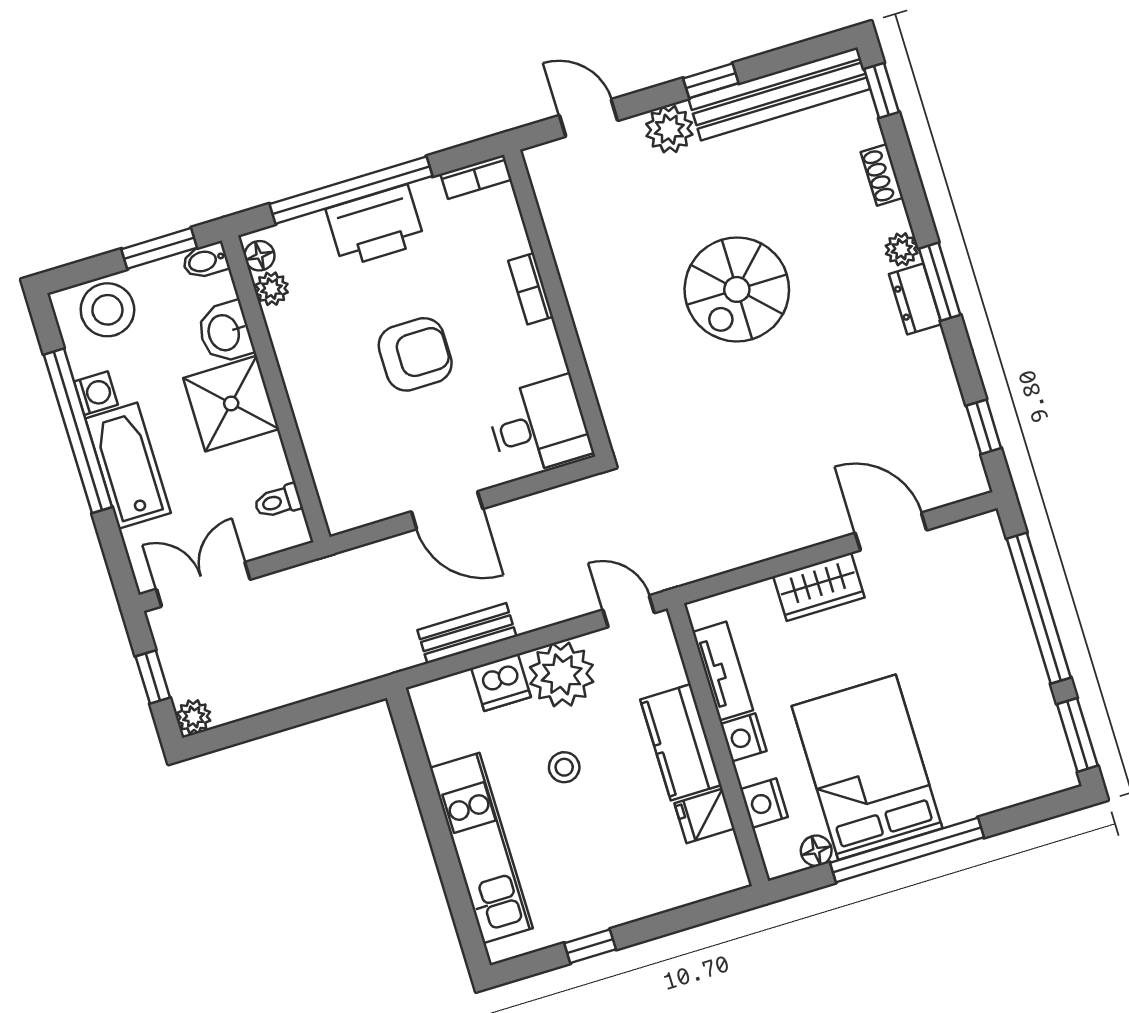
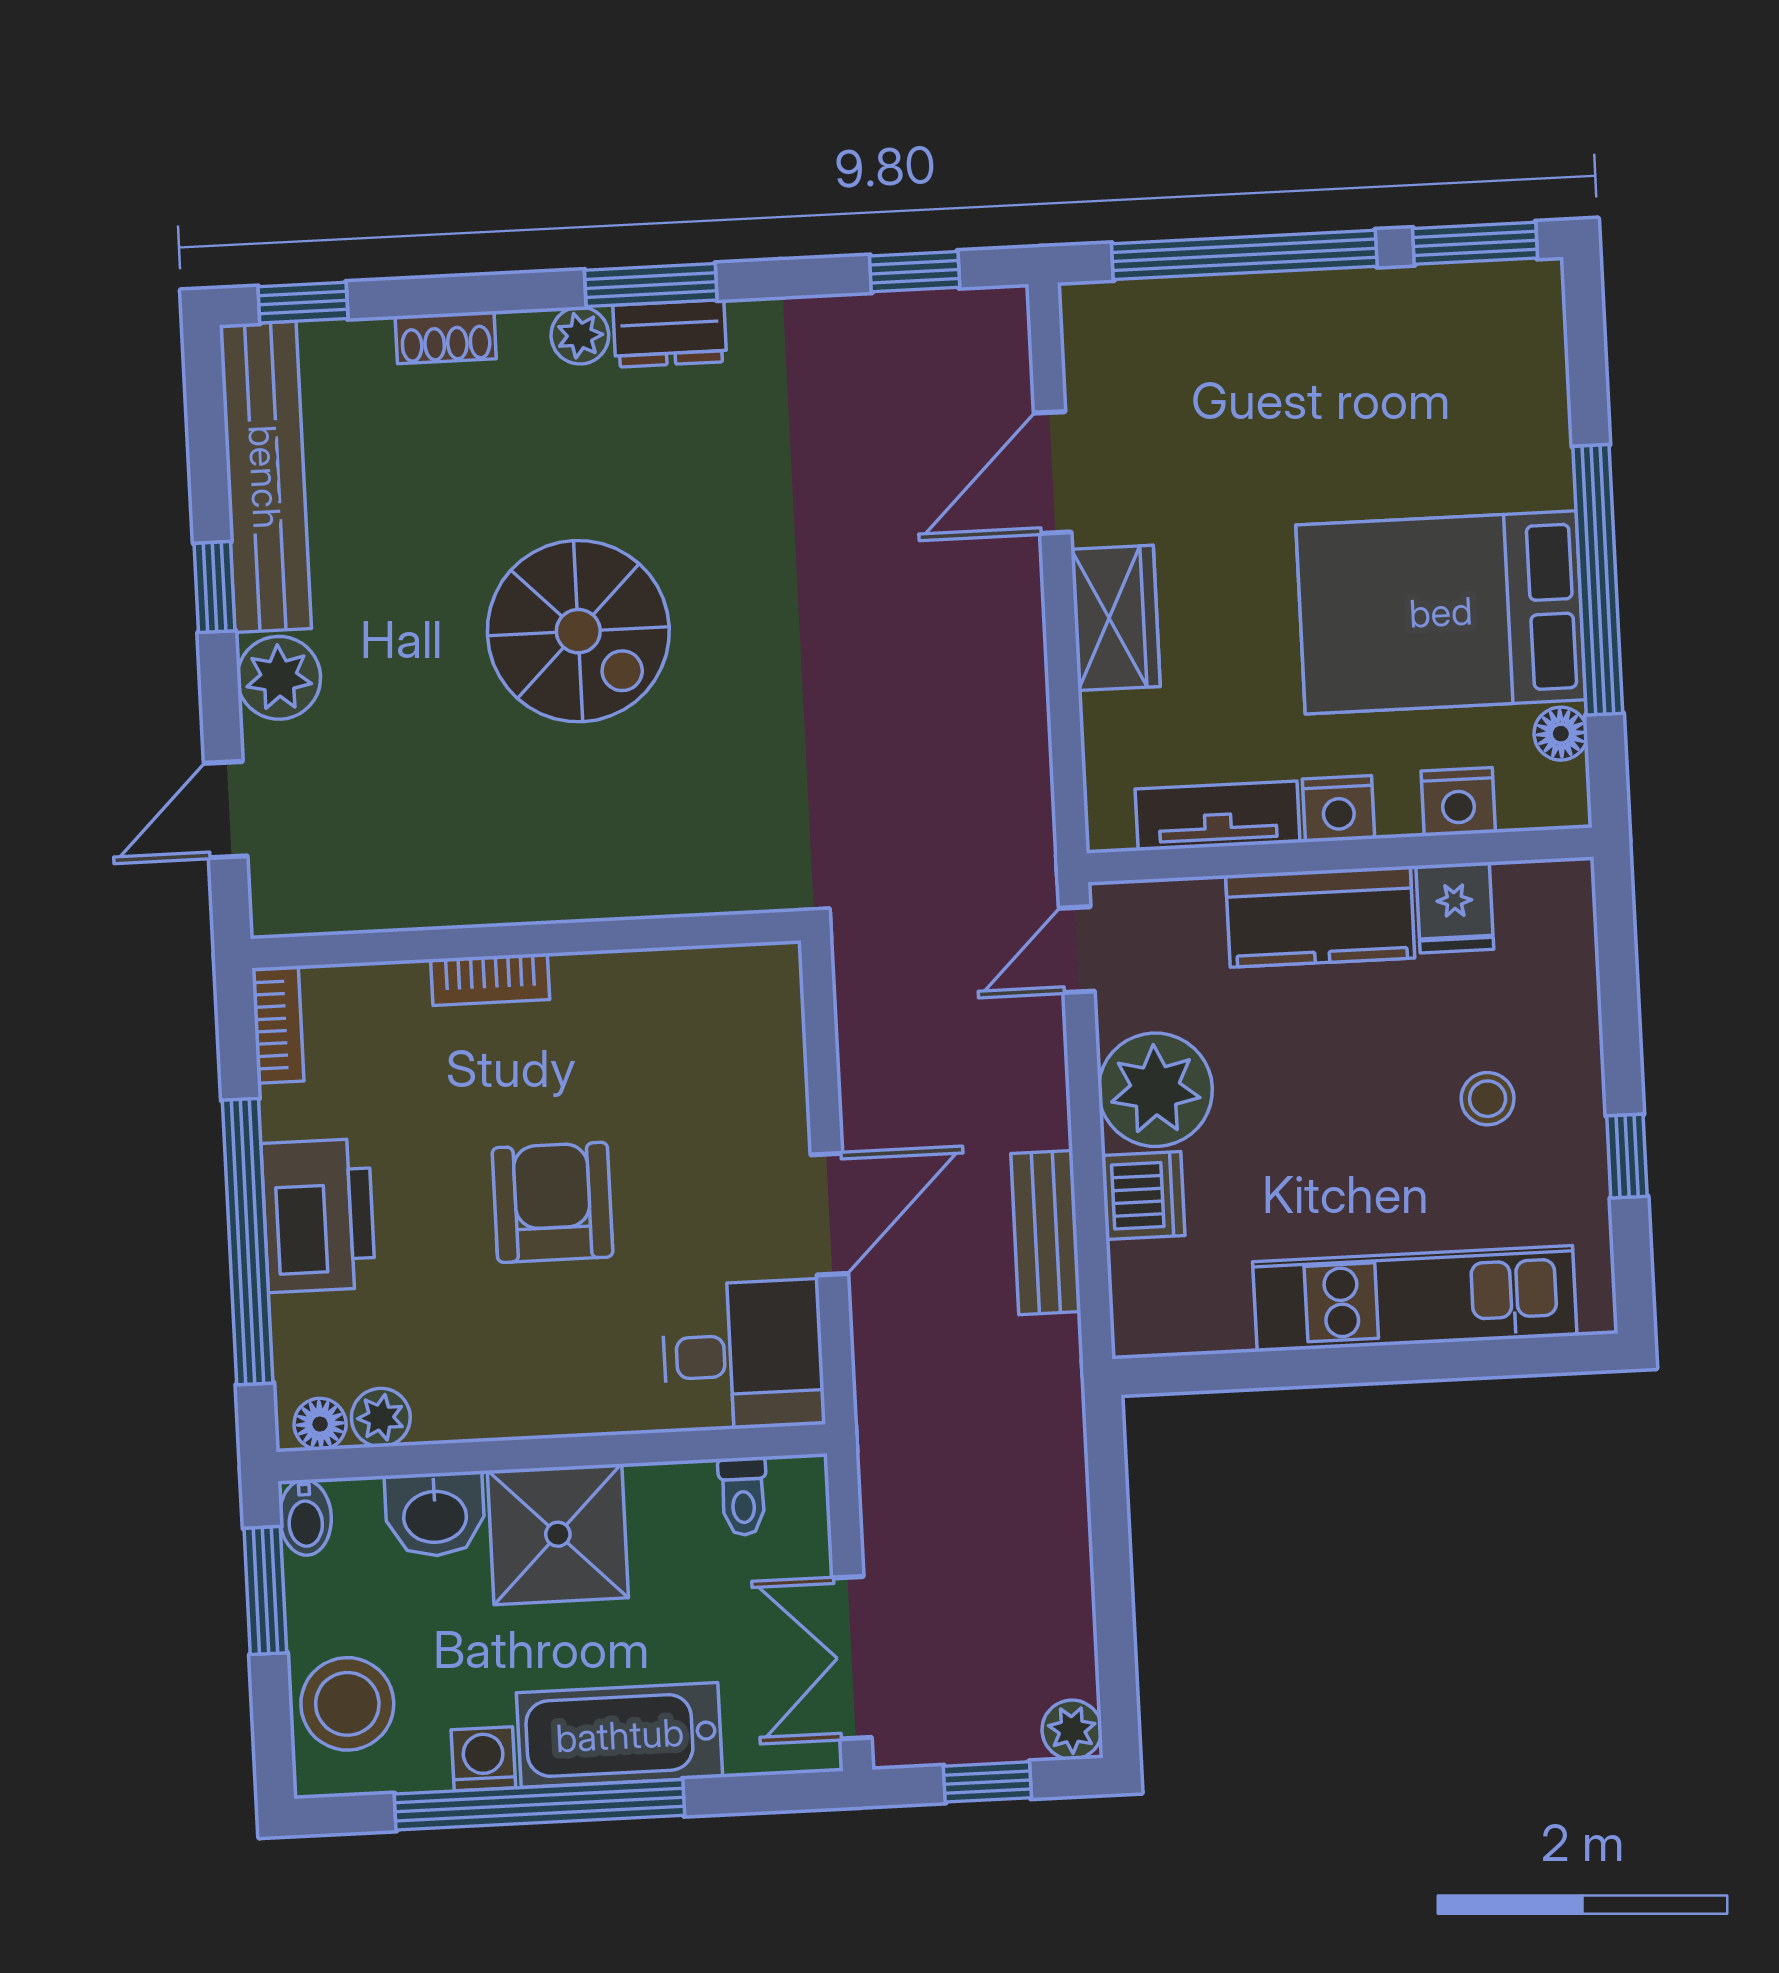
desk: (539, 426) -> (743, 1355), moved, turned 90
stool: (564, 767) -> (1488, 1099), moved

